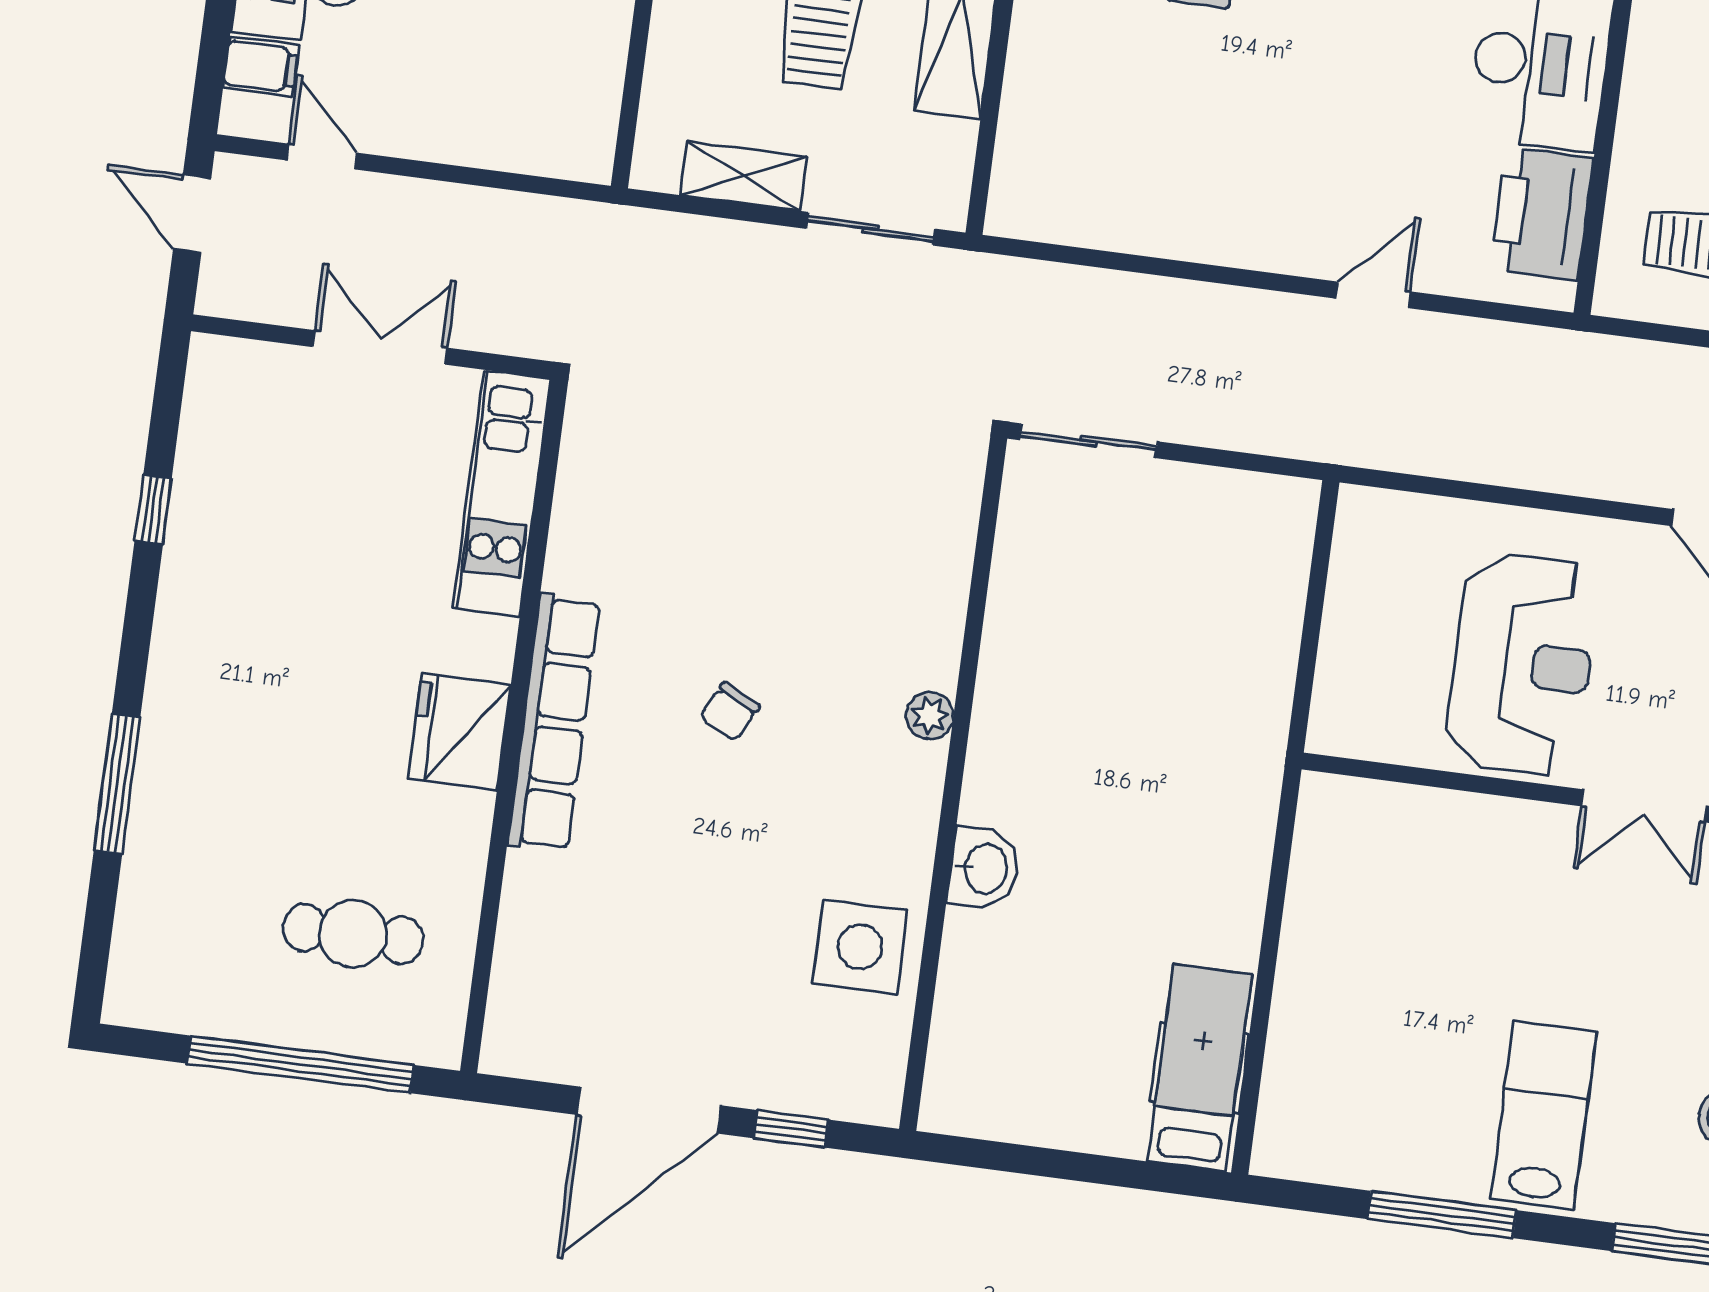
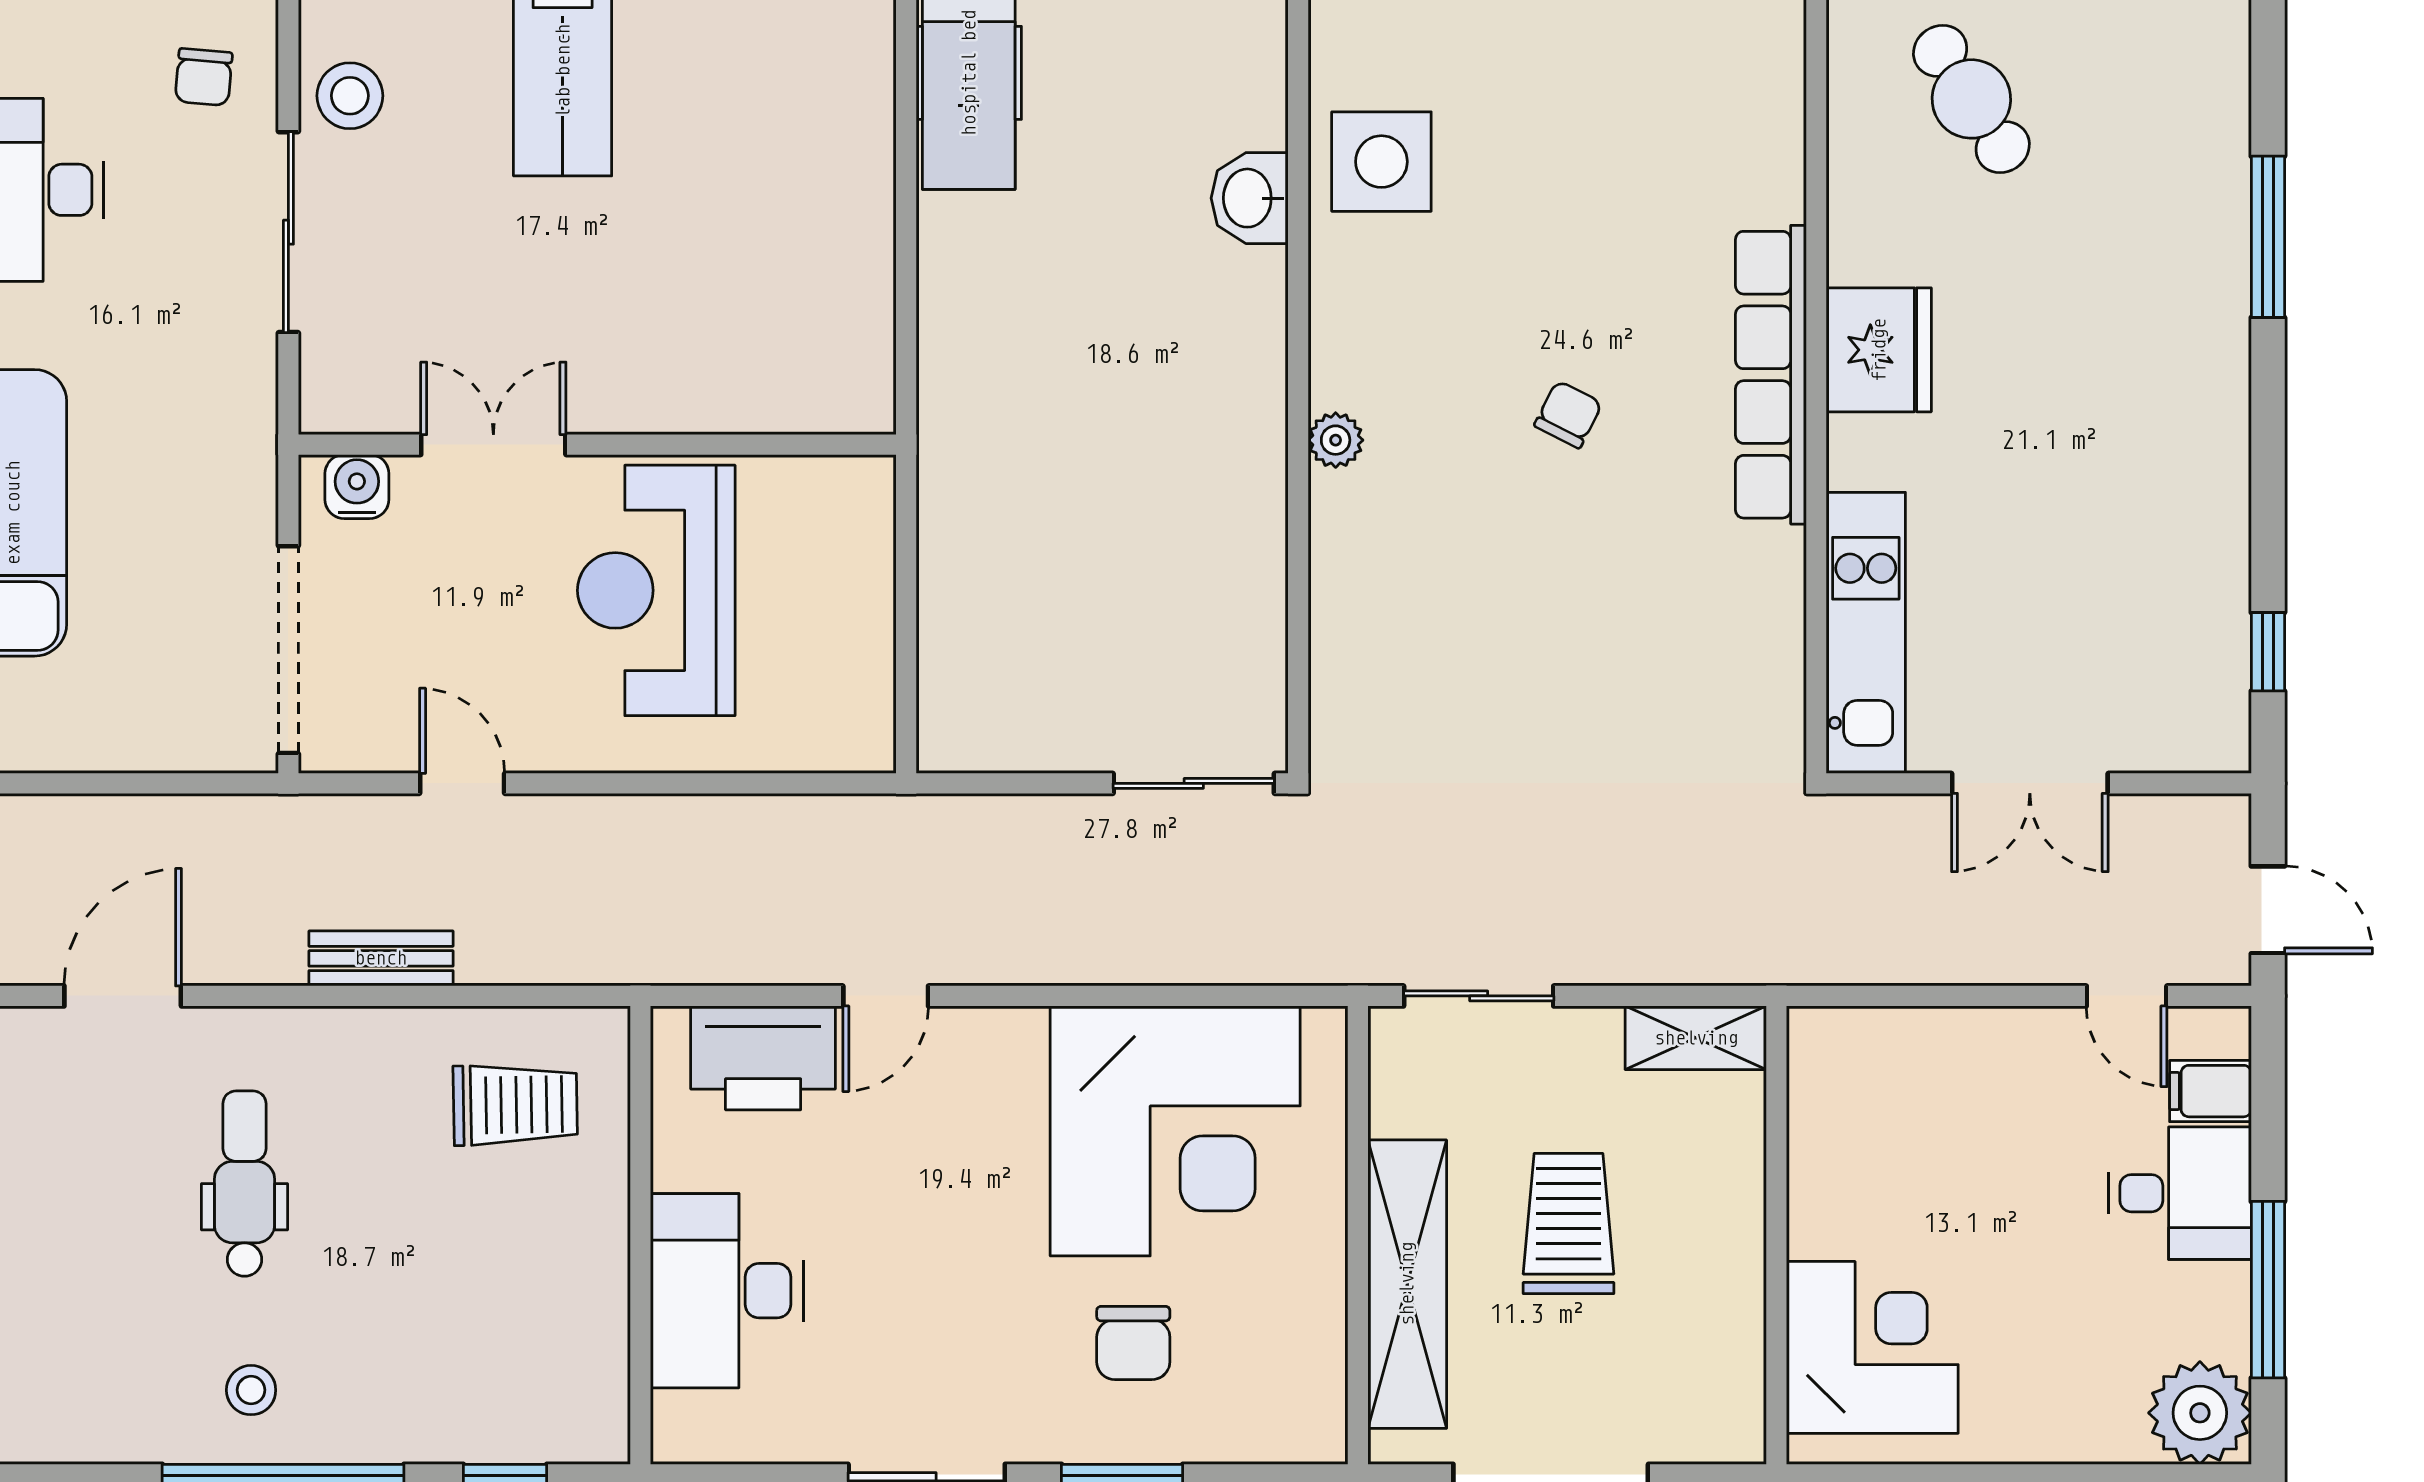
corner desk: (1143, 148) -> (1175, 1131), added
shelving: (743, 176) -> (1696, 1038), moved
printer: (1542, 214) -> (763, 1058), moved, turned 90
window: (153, 510) -> (2268, 652), moved
washbasin: (984, 868) -> (1250, 198), moved
cafe table: (353, 934) -> (1971, 99), turned 57

